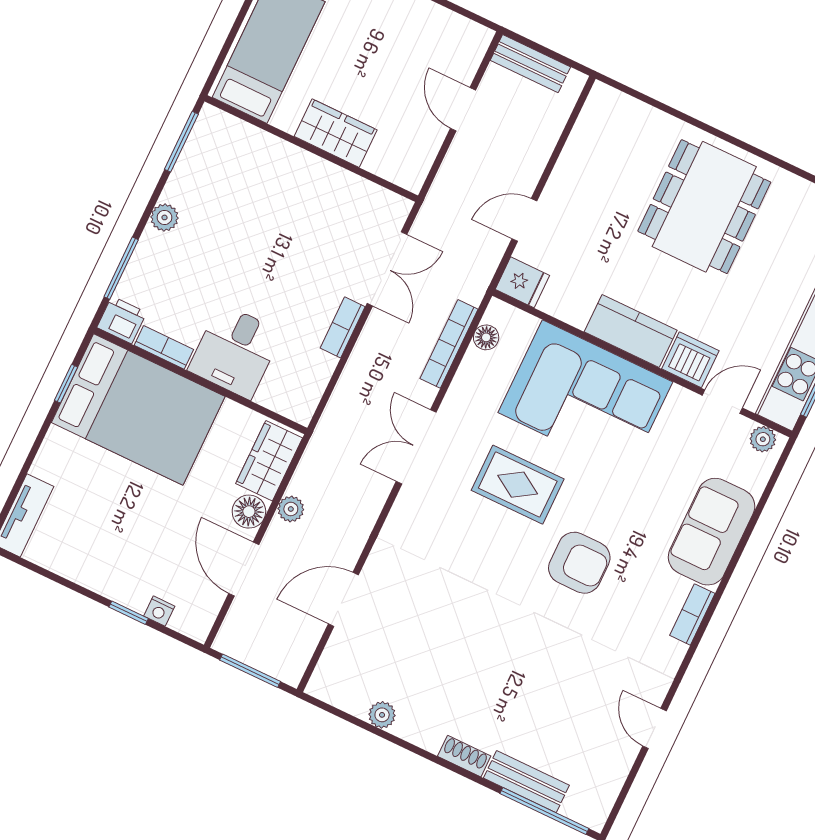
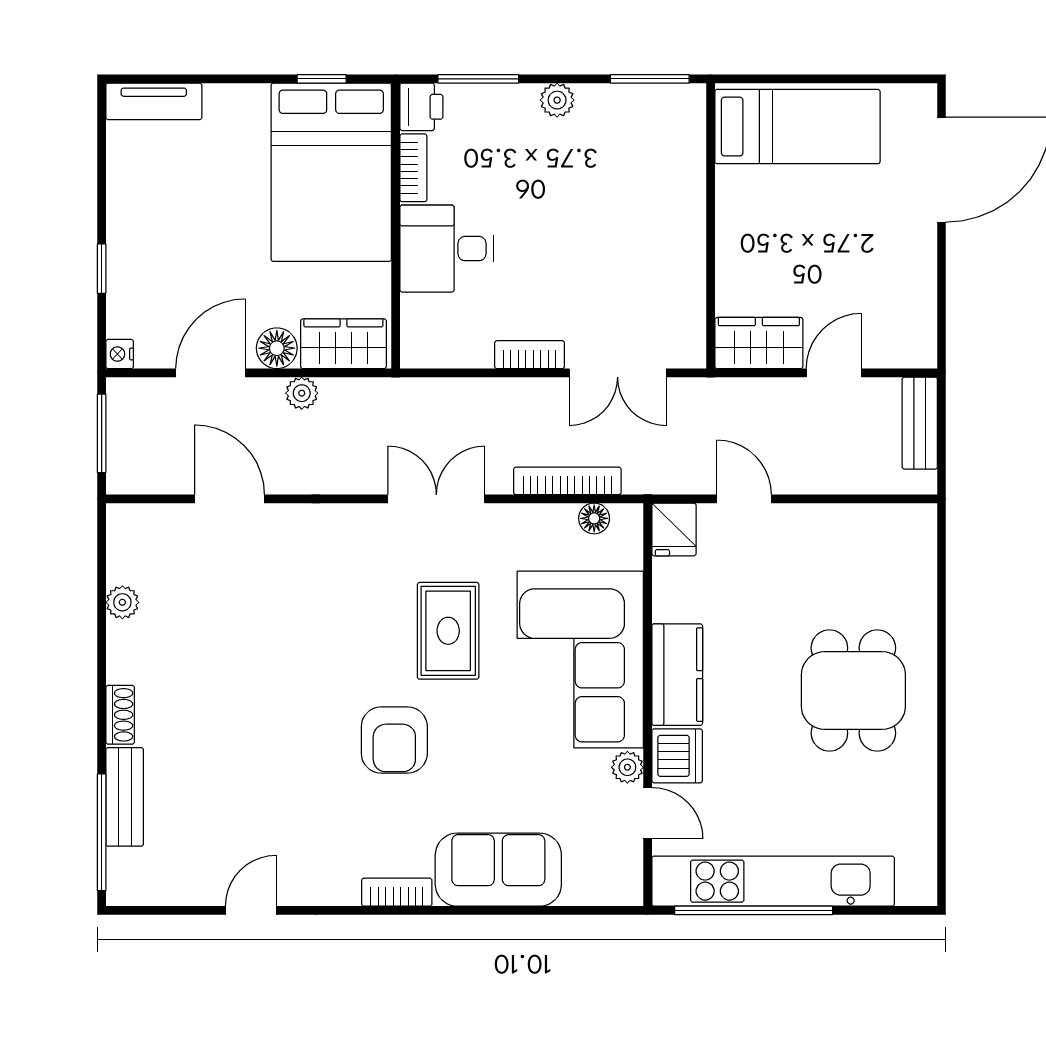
wardrobe: (336, 133) -> (759, 343), moved, turned -90
dining table: (704, 207) -> (853, 691), width x0.73
plant: (763, 439) -> (627, 767), moved
nightstand: (159, 611) -> (120, 354), moved

